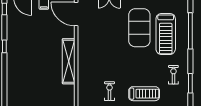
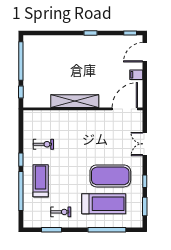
treadmill: (166, 34) -> (104, 204), turned 180
treadmill: (144, 94) -> (41, 181), turned 180

